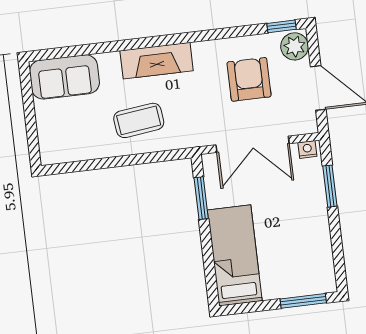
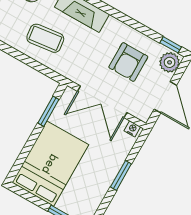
armchair: (249, 79) -> (128, 62), turned 180
window: (330, 186) -> (121, 175), moved
bed: (235, 255) -> (50, 164), width x1.50

